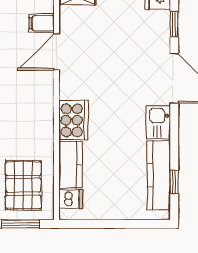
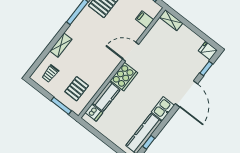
door: (57, 52) -> (131, 52), moved
pallet: (23, 185) -> (77, 89), width x0.67, depth x0.71

